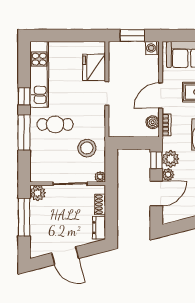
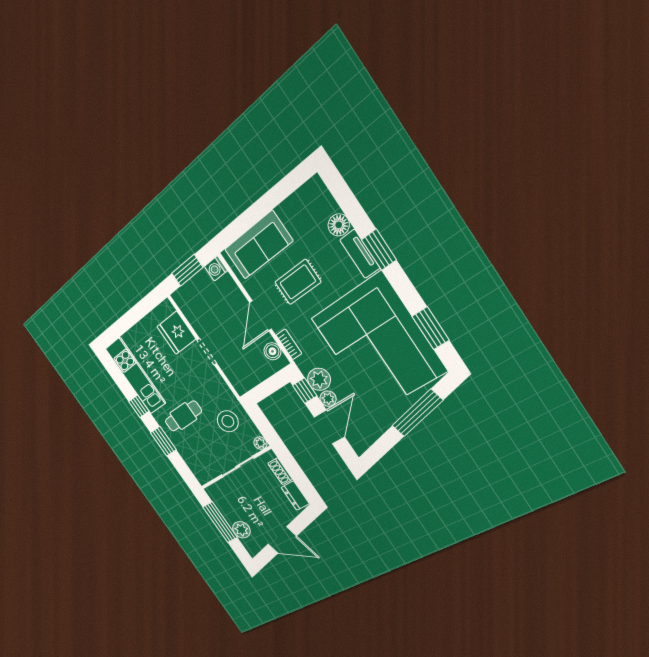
window: (24, 132) -> (163, 441), width x0.69
plant: (38, 193) -> (241, 530), moved

